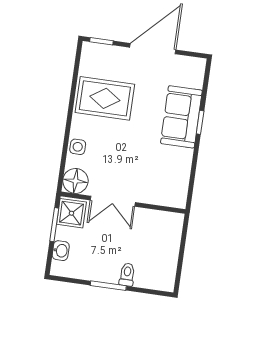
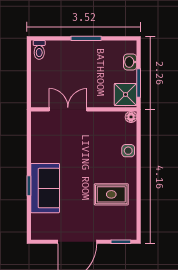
rug: (105, 98) -> (111, 194), width x0.73, depth x0.70
floor lamp: (75, 181) -> (131, 117), width x0.53, depth x0.53
double door: (113, 201) -> (68, 109), moved
toilet: (127, 275) -> (39, 50), moved

